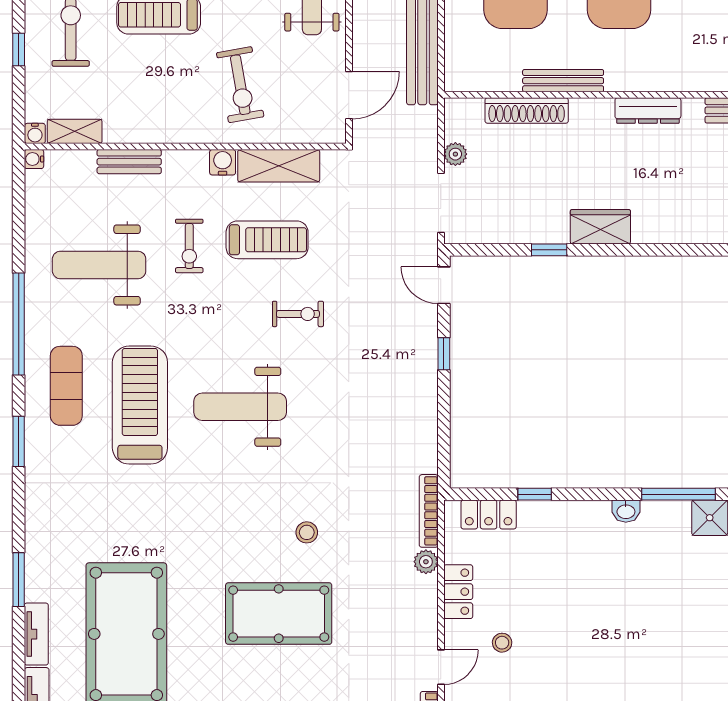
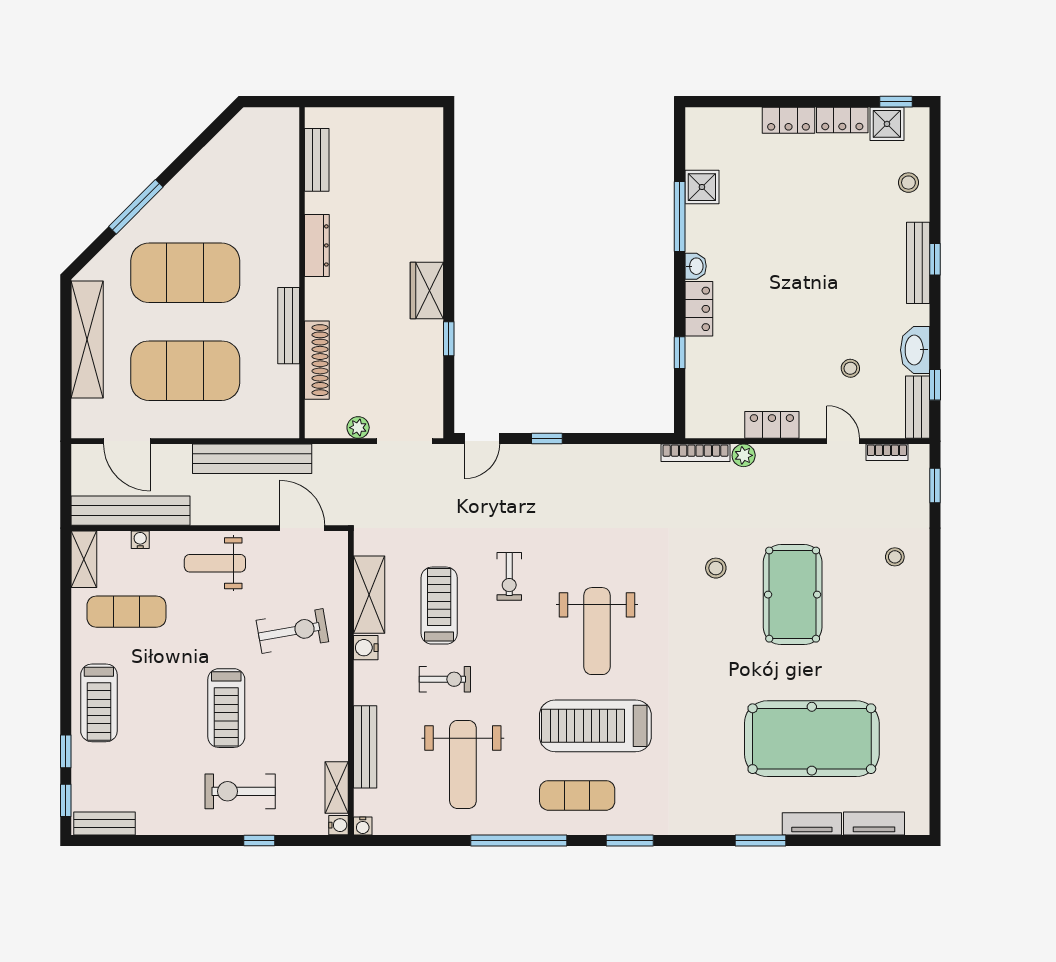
bench: (129, 162) -> (365, 747), width x1.36
exercise bike: (298, 314) -> (509, 576), turned 180
locker: (489, 514) -> (699, 309), moved
stool: (502, 643) -> (850, 368), moved

